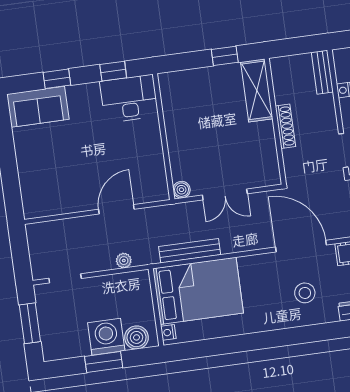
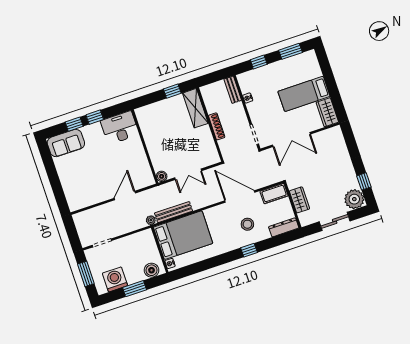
window: (113, 71) -> (95, 117), moved
plant: (124, 261) -> (151, 220), moved
window: (299, 335) -> (249, 250), added
washing machine: (106, 337) -> (115, 279), moved

